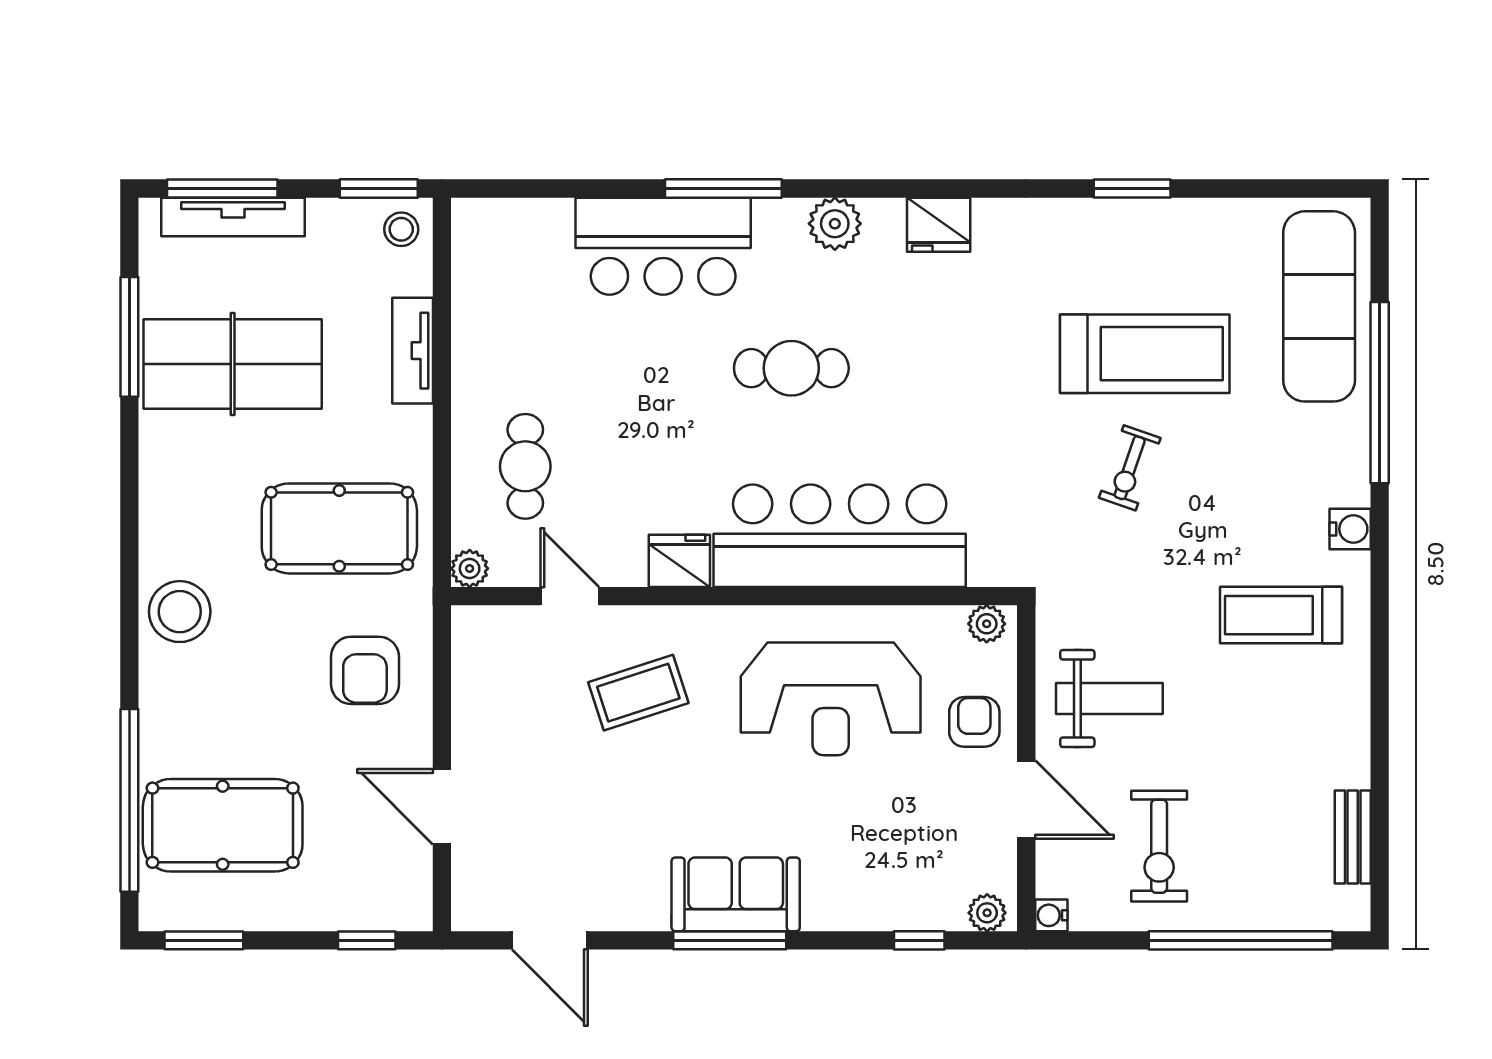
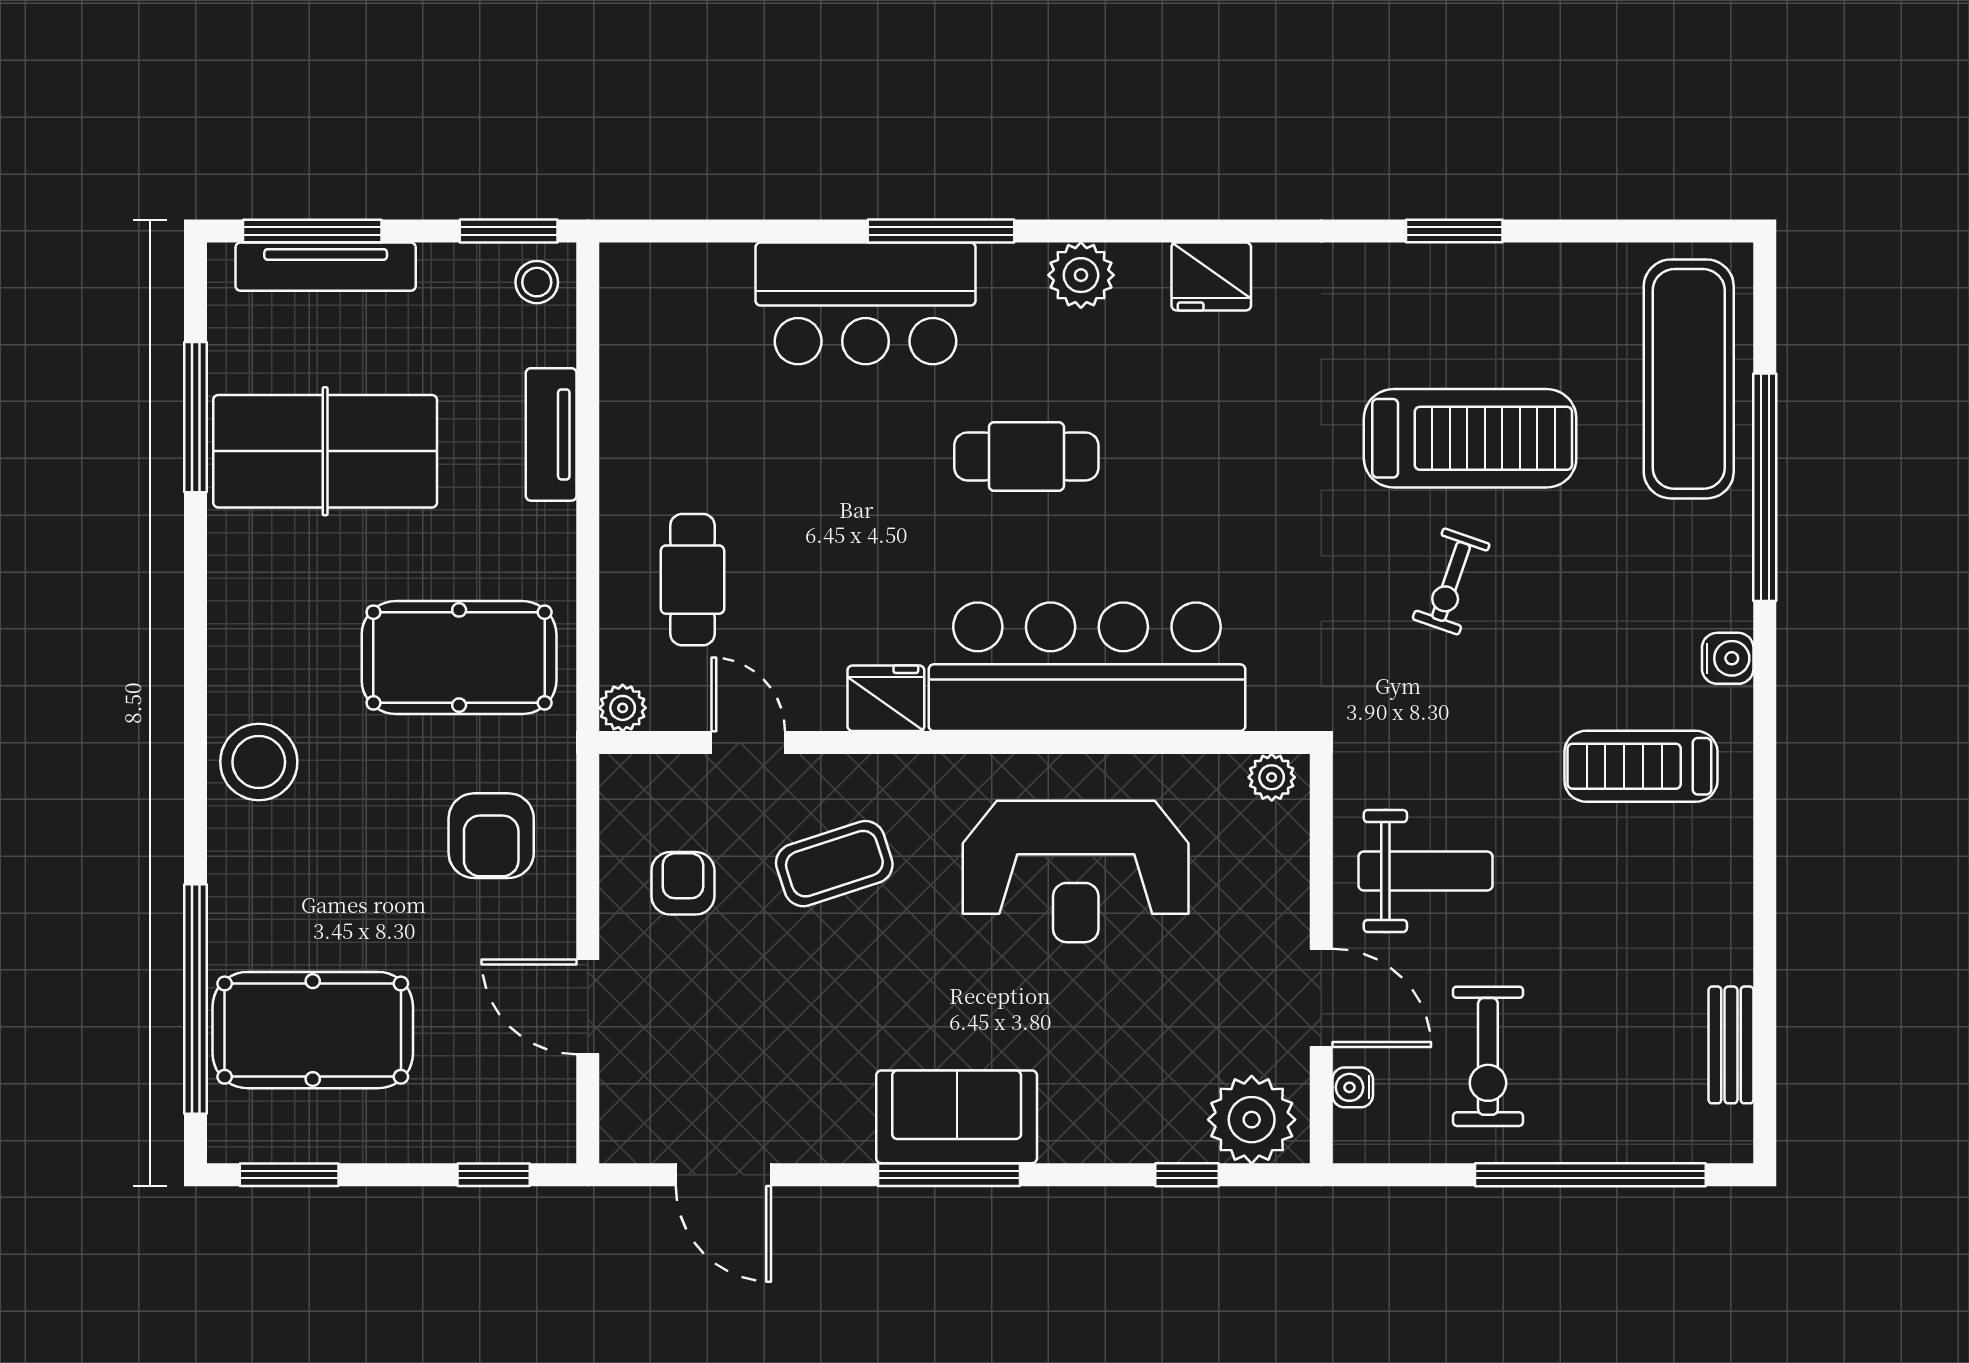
armchair: (974, 722) -> (683, 883), moved
plant: (987, 913) -> (1252, 1120), width x1.87, depth x1.87
water cooler: (1051, 915) -> (1353, 1087), moved

